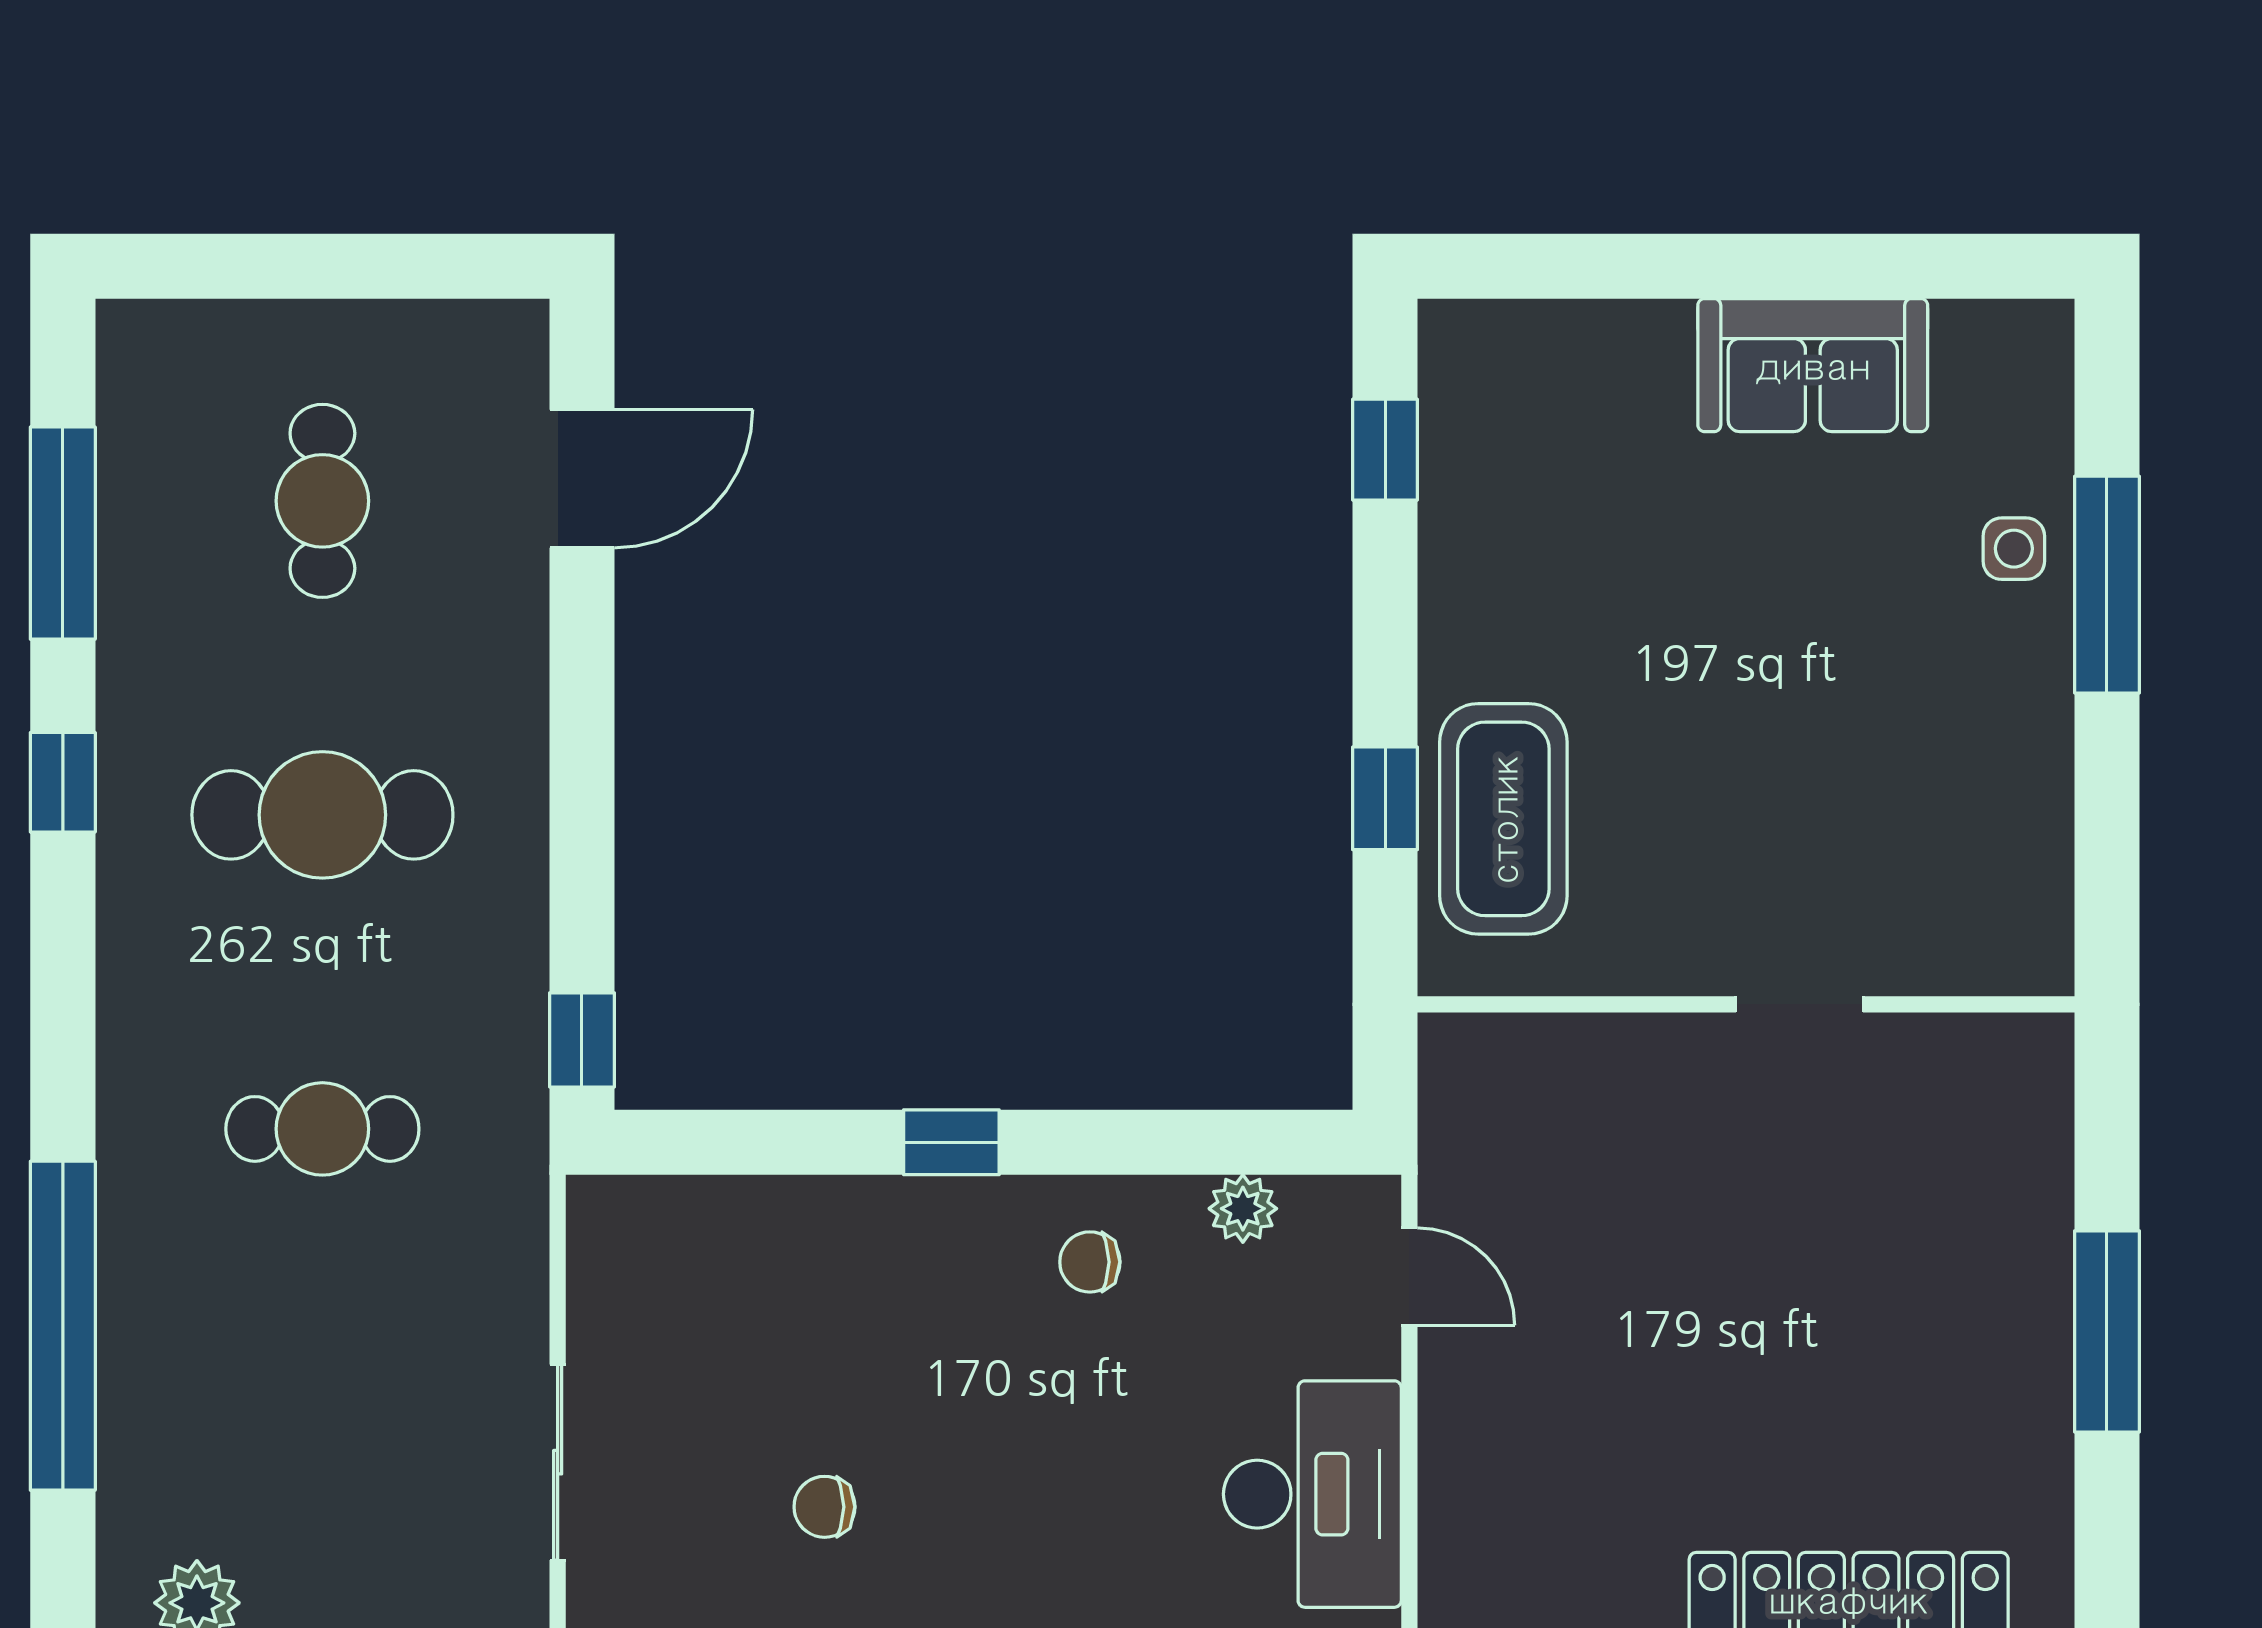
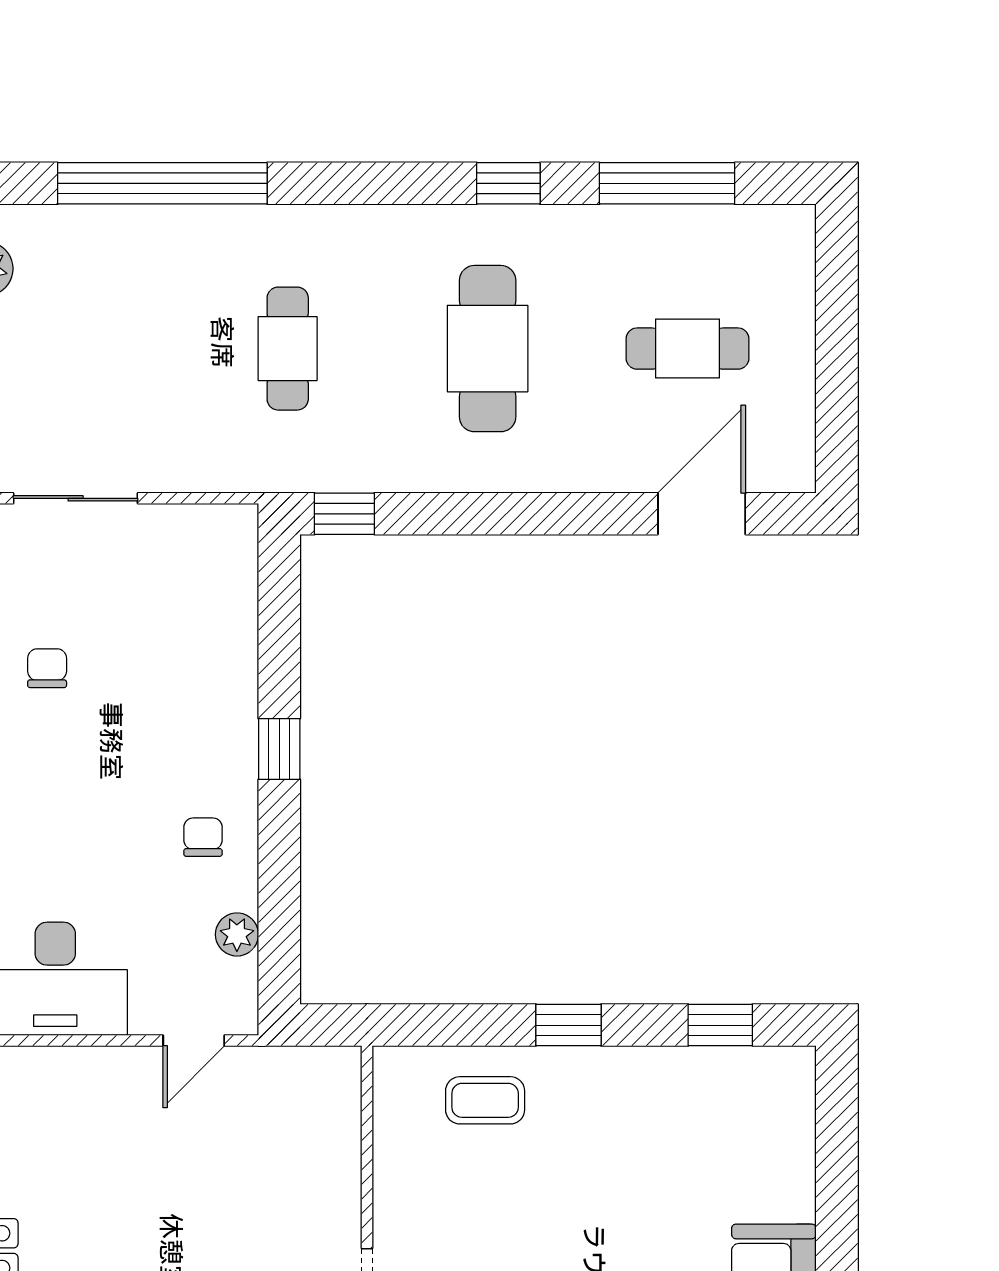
door: (582, 479) -> (702, 514), swing flipped
window: (1385, 798) -> (569, 1025), moved
coffee table: (1503, 819) -> (485, 1100), width x0.54, depth x0.58

